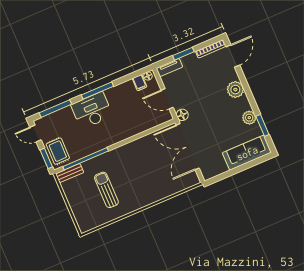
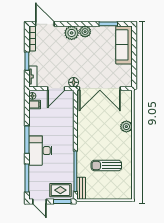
plant: (249, 118) -> (85, 32), moved
door: (36, 134) -> (40, 202), hinge flipped
plant: (158, 193) -> (126, 127), added

